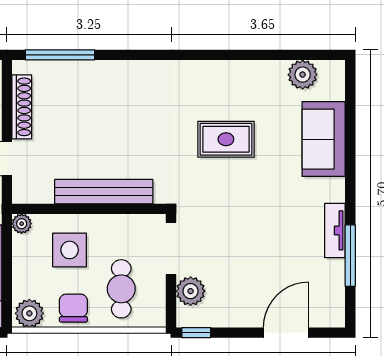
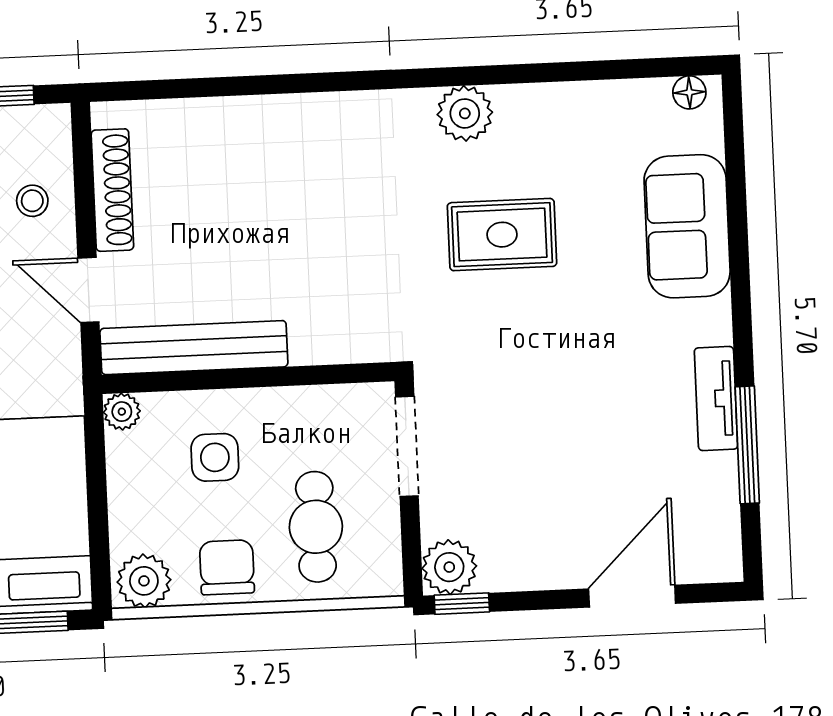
window: (60, 55) -> (181, 88), removed
floor lamp: (328, 69) -> (689, 92), added
plant: (303, 75) -> (465, 113), moved
bench: (104, 192) -> (194, 348), moved
side table: (70, 250) -> (215, 457), width x0.73, depth x0.73
plant: (191, 291) -> (449, 567), moved

